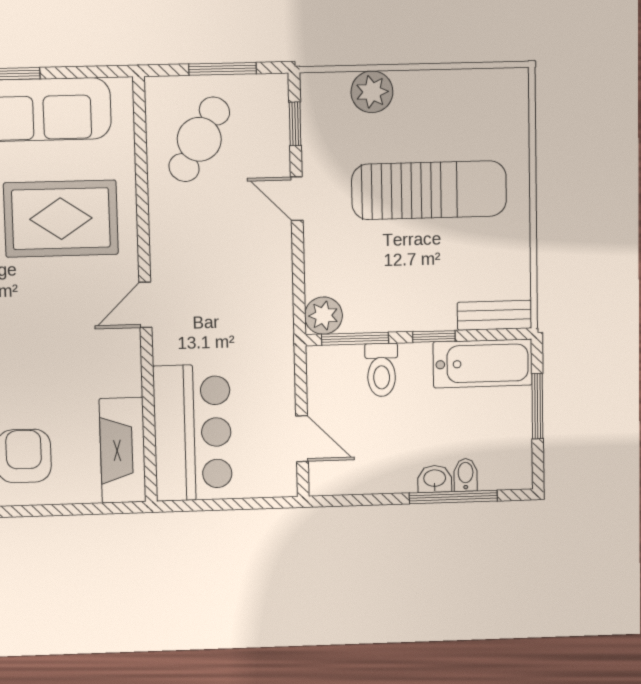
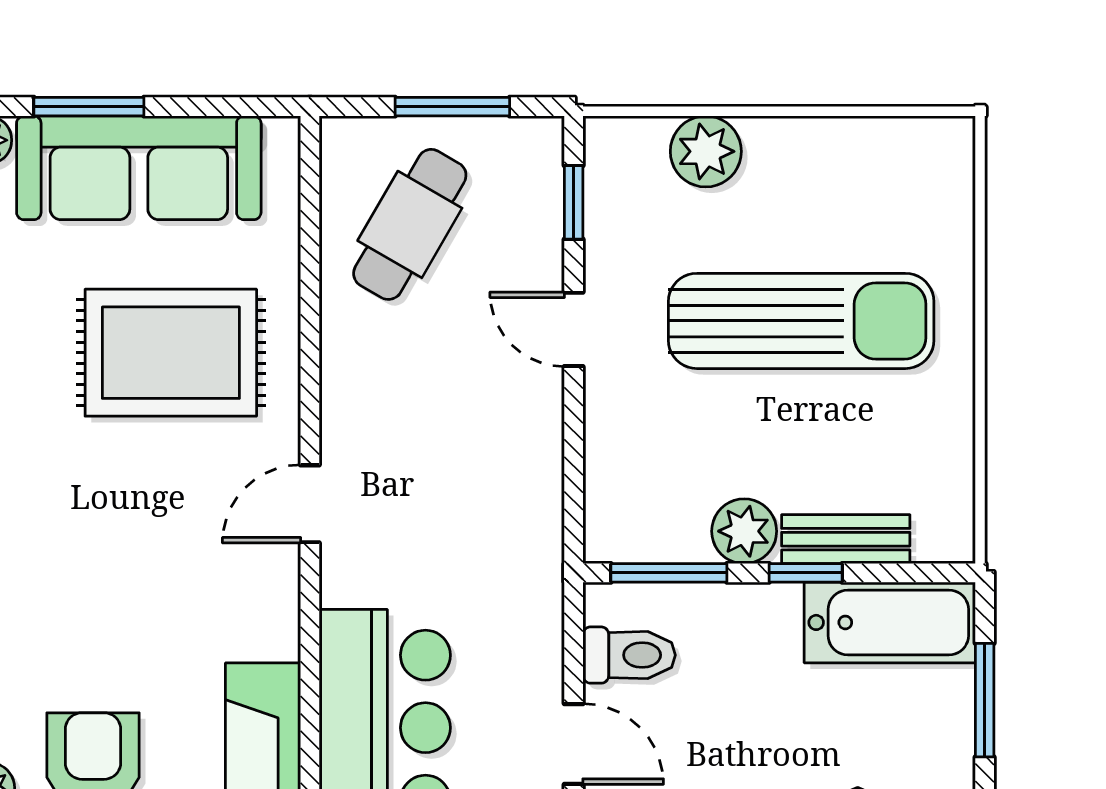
bench: (494, 315) -> (846, 539), moved
plant: (323, 316) -> (744, 531), moved
toilet: (381, 370) -> (629, 655), moved, turned -90

